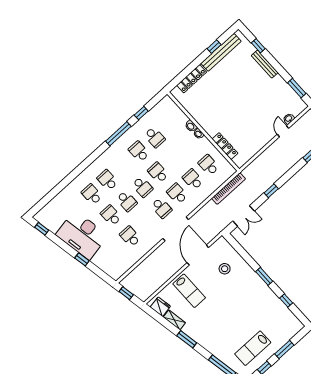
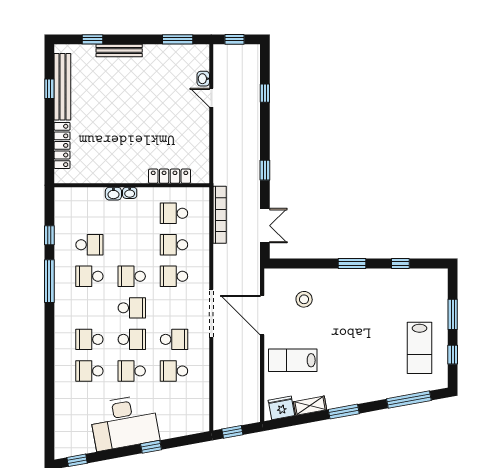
school desk: (161, 208) -> (174, 339), moved
lab bench: (189, 291) -> (293, 360), turned 180

